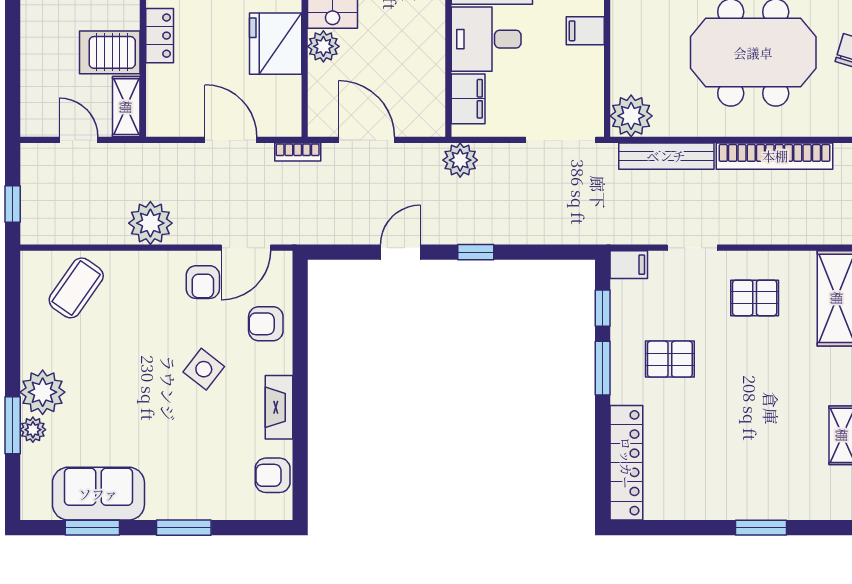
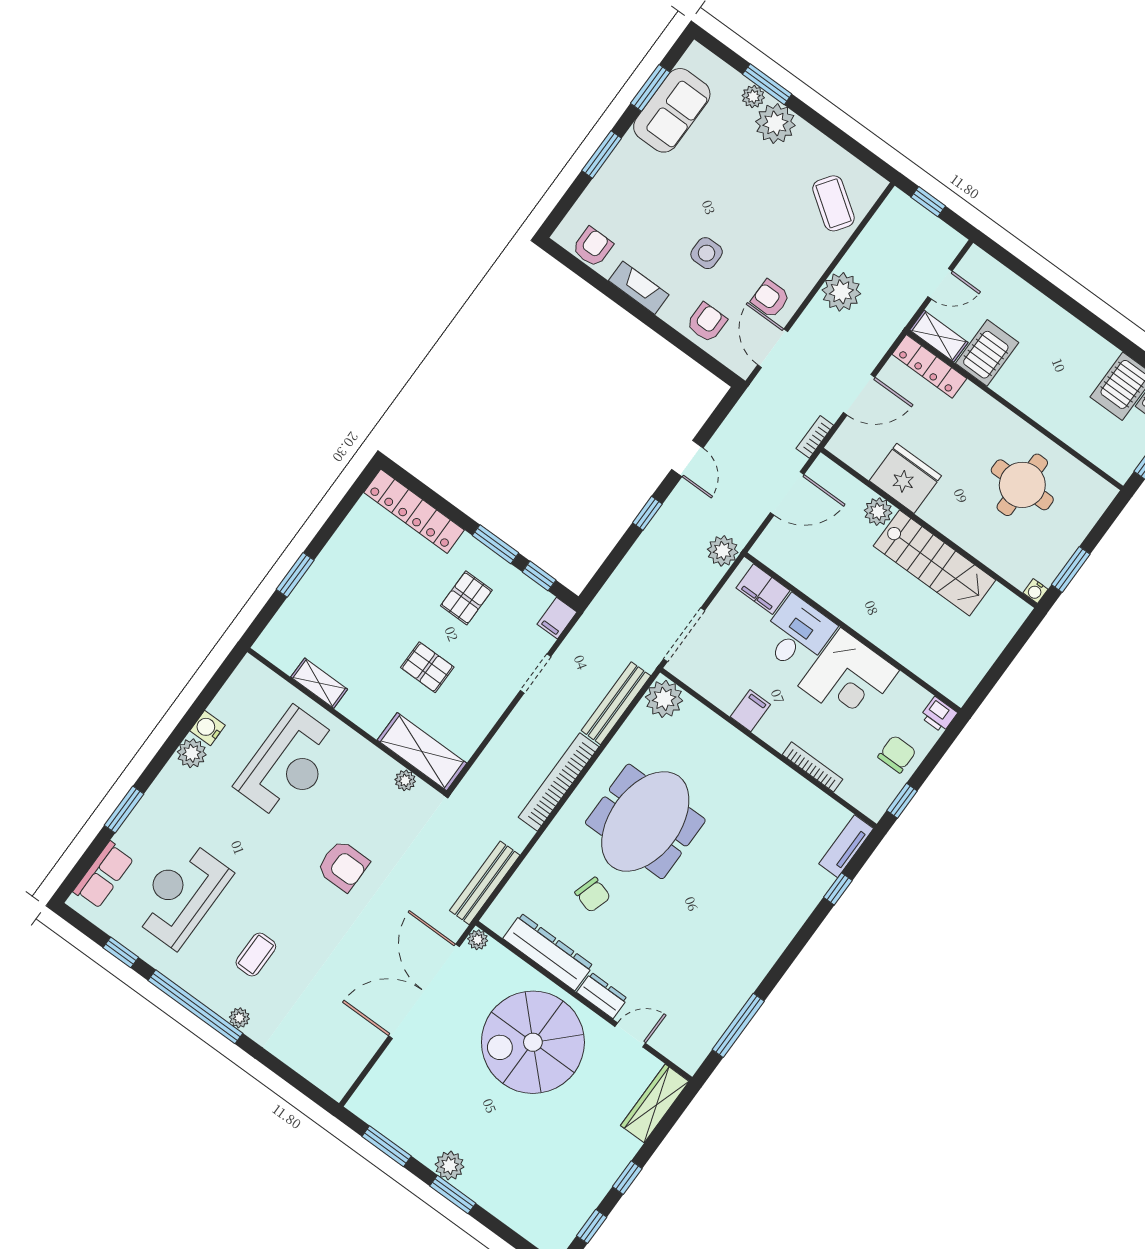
locker: (160, 36) -> (929, 366), moved, width x1.53
pallet: (755, 298) -> (427, 667), moved, turned 90
side table: (204, 369) -> (707, 253), turned -38

